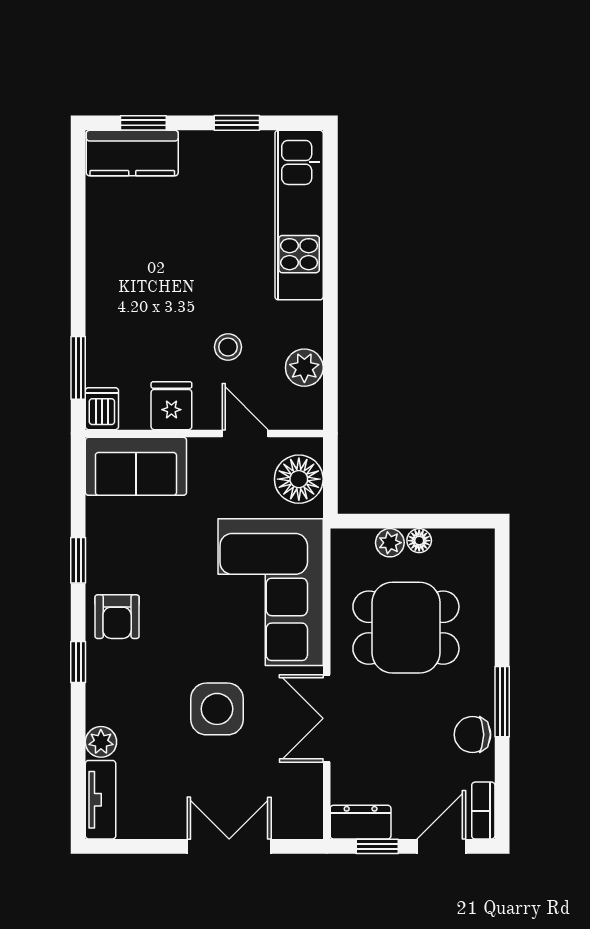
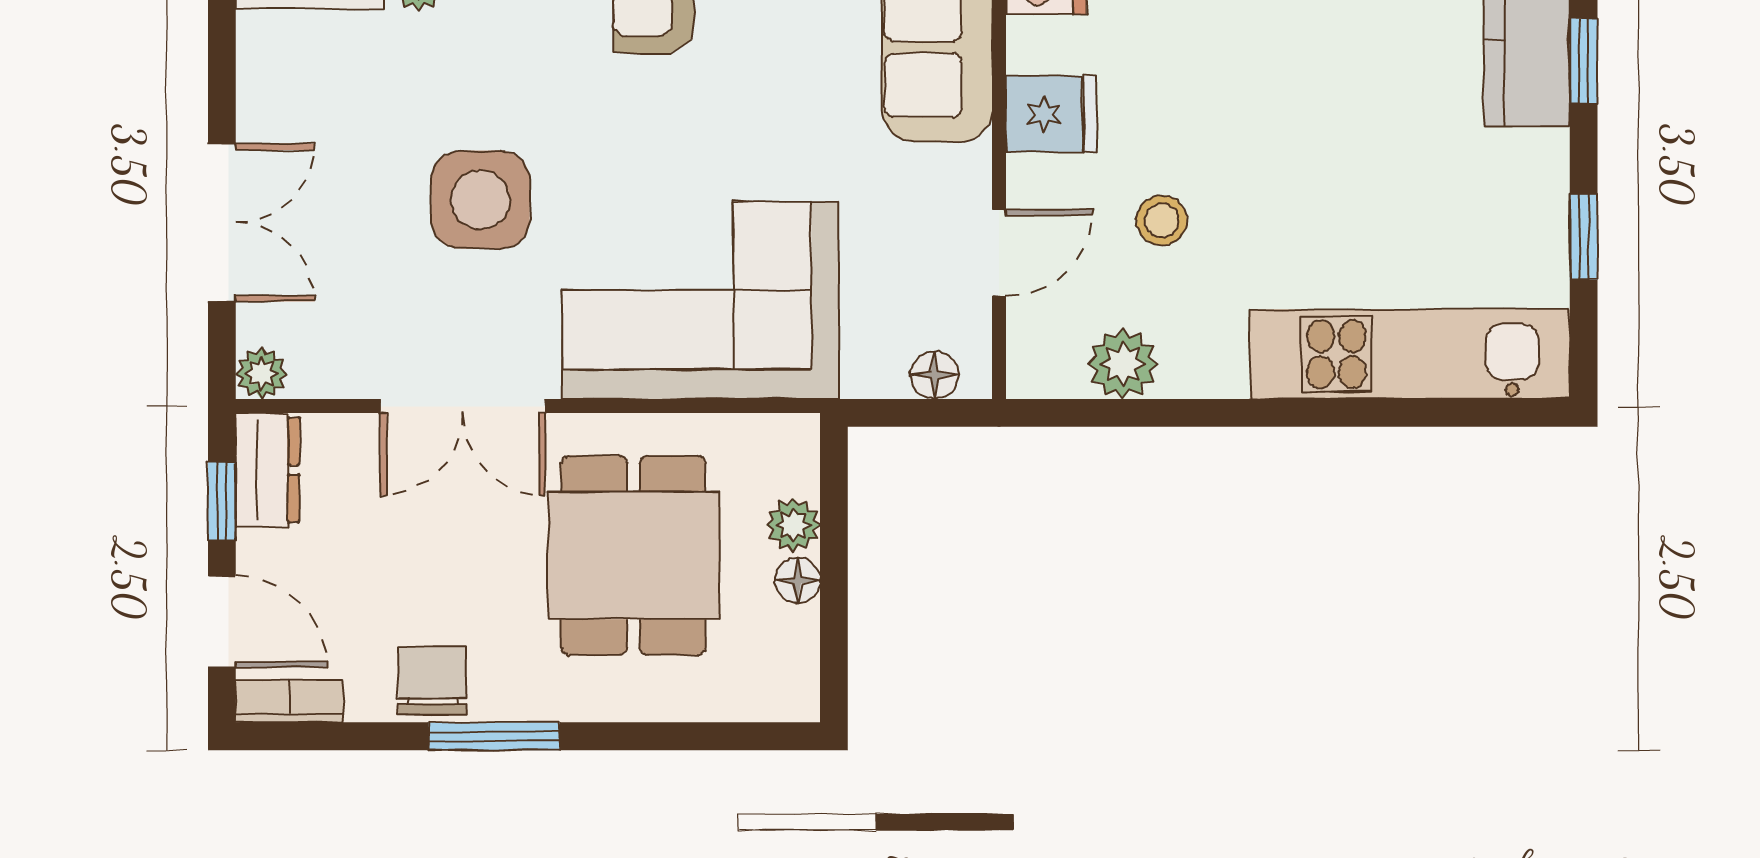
floor lamp: (299, 479) -> (934, 375), width x0.53, depth x0.53
double door: (327, 718) -> (463, 406), swing flipped
plant: (309, 825) -> (261, 373), added

